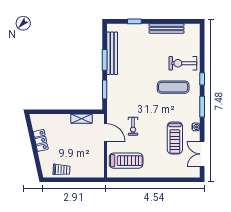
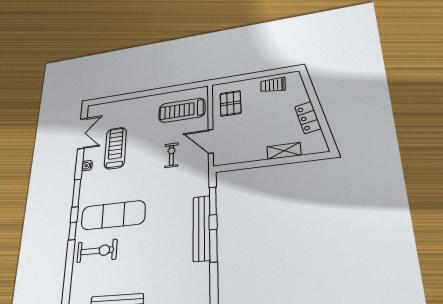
bench: (112, 53) -> (201, 228), moved
exercise mat: (173, 87) -> (113, 215), width x1.36, depth x1.45
shelving: (82, 119) -> (284, 151), moved
pallet: (91, 160) -> (230, 103), added

